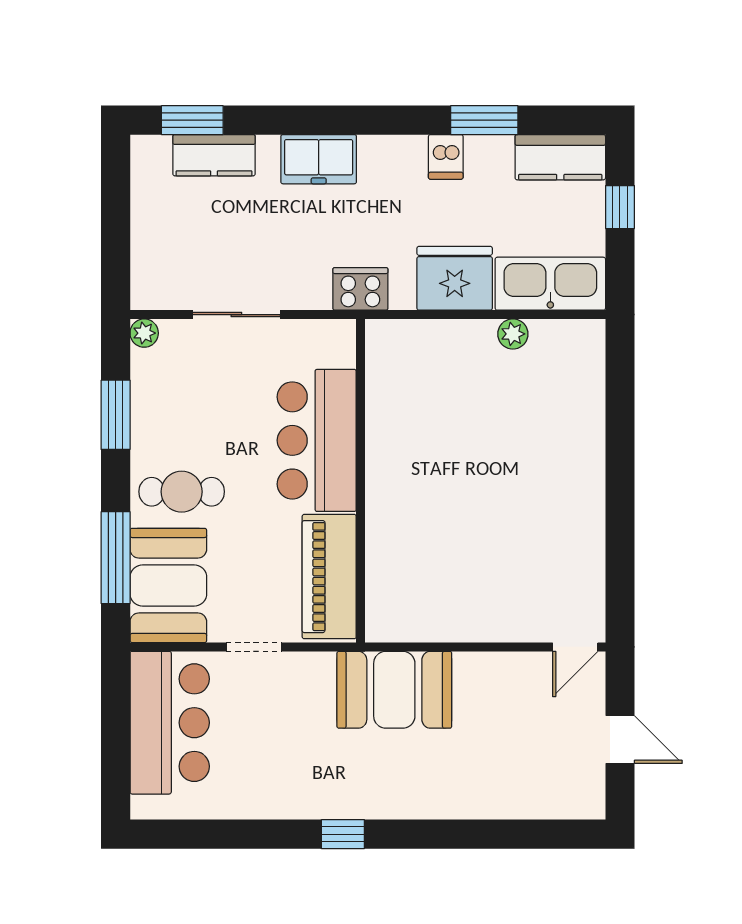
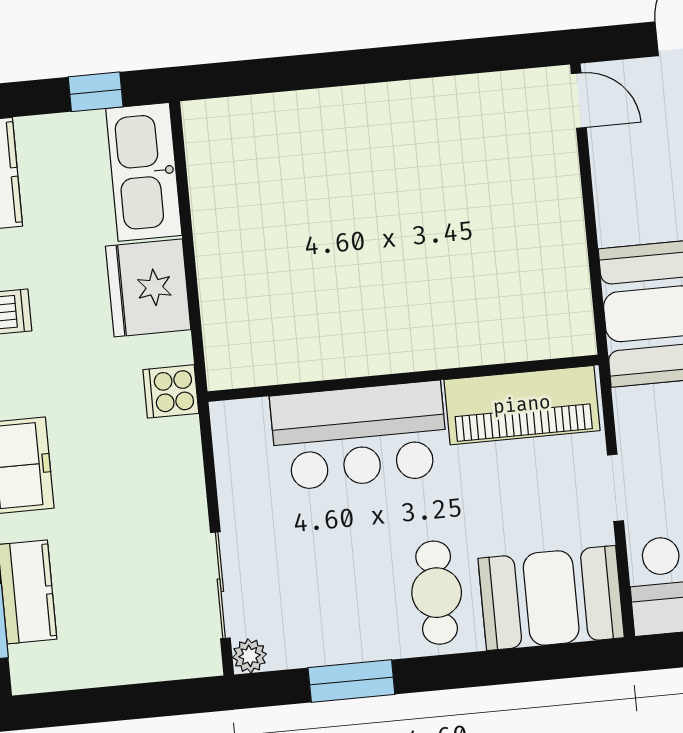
window: (620, 207) -> (96, 92), moved
cooker: (360, 289) -> (171, 391), width x0.73
sliding door: (236, 315) -> (220, 585), moved
plant: (513, 334) -> (209, 211), removed
window: (116, 558) -> (523, 665), removed

